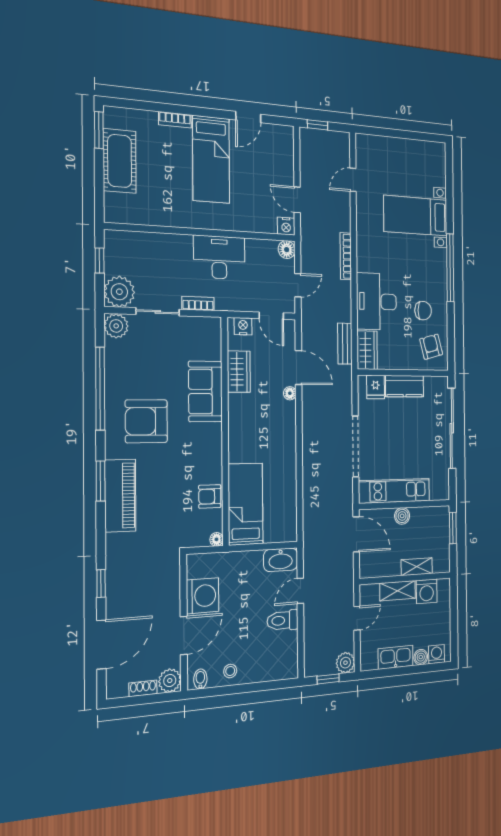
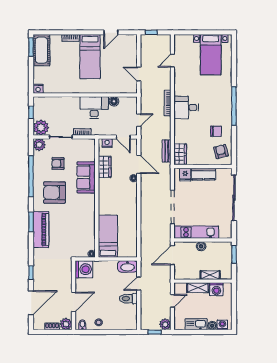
cot: (120, 161) -> (41, 50), moved
bed with nightstands: (416, 216) -> (211, 55), moved, turned -90
nightstand: (286, 226) -> (38, 89), moved
floor lamp: (287, 250) -> (114, 101), moved
desk: (376, 301) -> (186, 107), moved, width x0.73
armchair: (210, 496) -> (58, 163), moved
door: (356, 534) -> (172, 255), swing flipped
washing machine: (203, 596) -> (84, 269), moved

